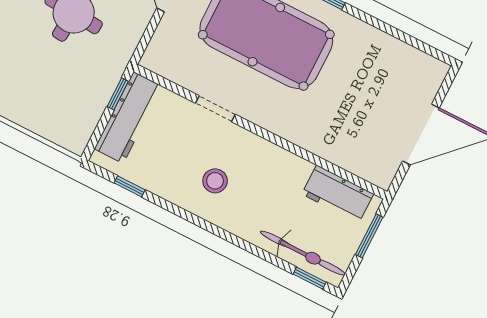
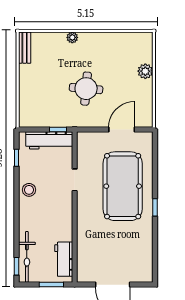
stool: (215, 181) -> (29, 190), moved

